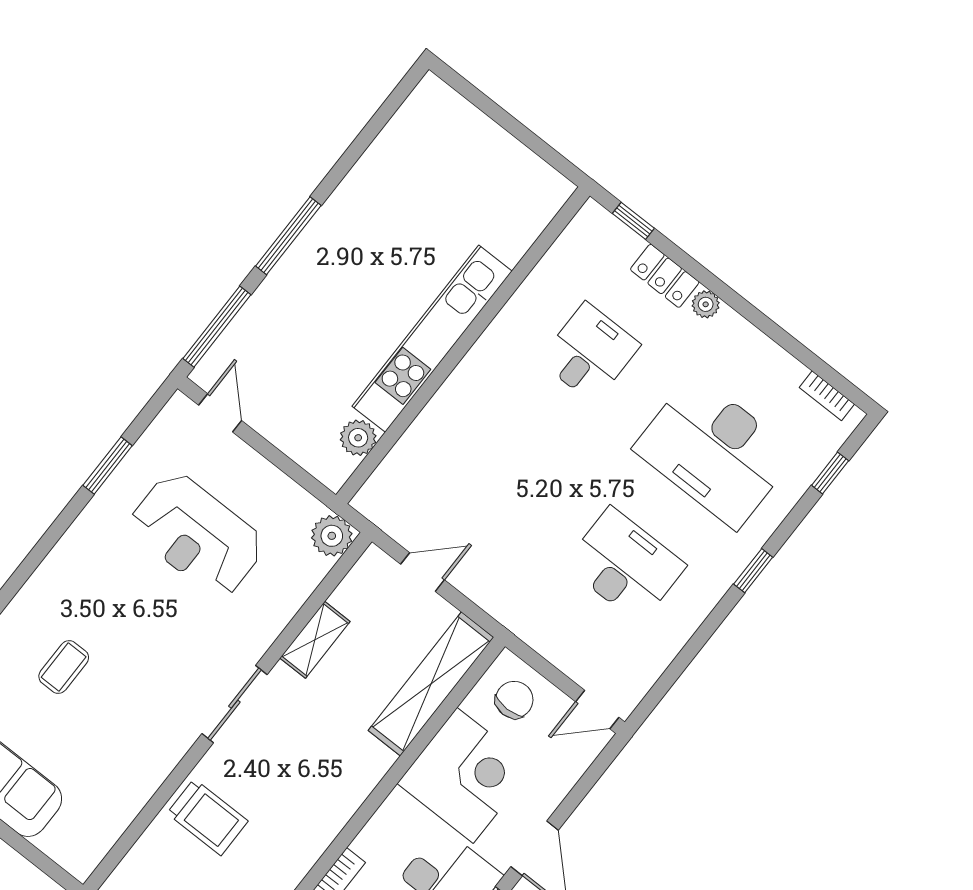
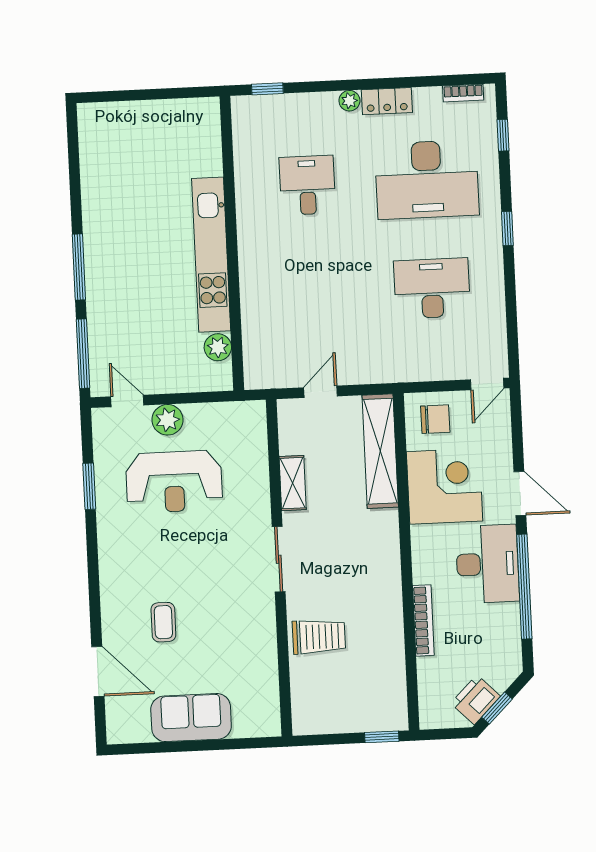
locker: (665, 276) -> (387, 101), moved
plant: (332, 536) -> (167, 420), moved
chair: (514, 700) -> (435, 419), turned 90

